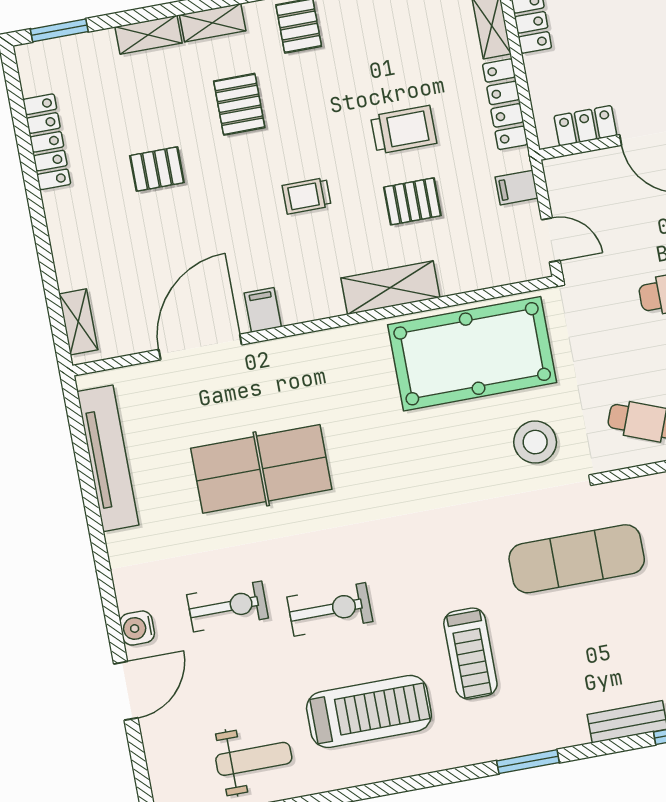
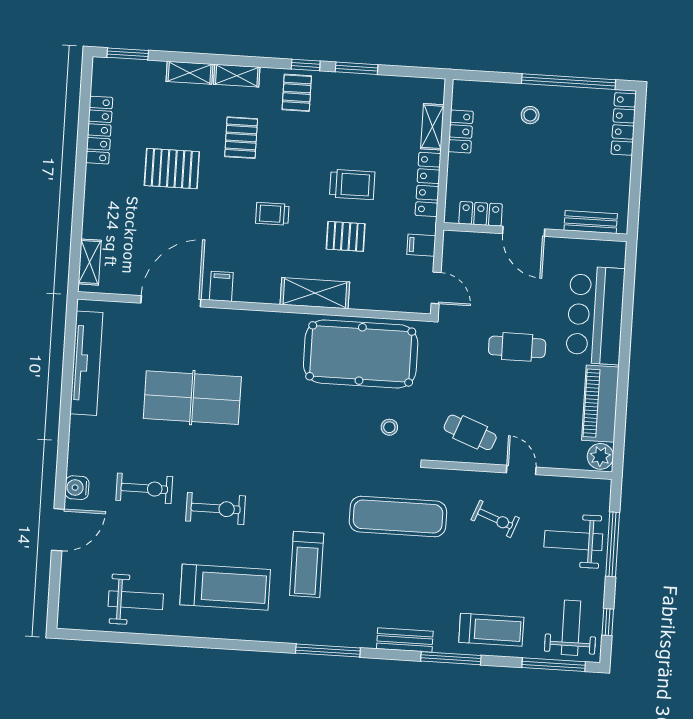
pallet: (157, 169) -> (172, 169), width x1.50, depth x1.42
stool: (535, 442) -> (389, 427), width x0.53, depth x0.53
window: (528, 762) -> (328, 650), width x1.44

